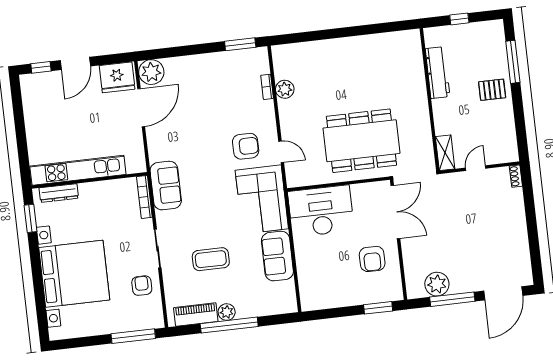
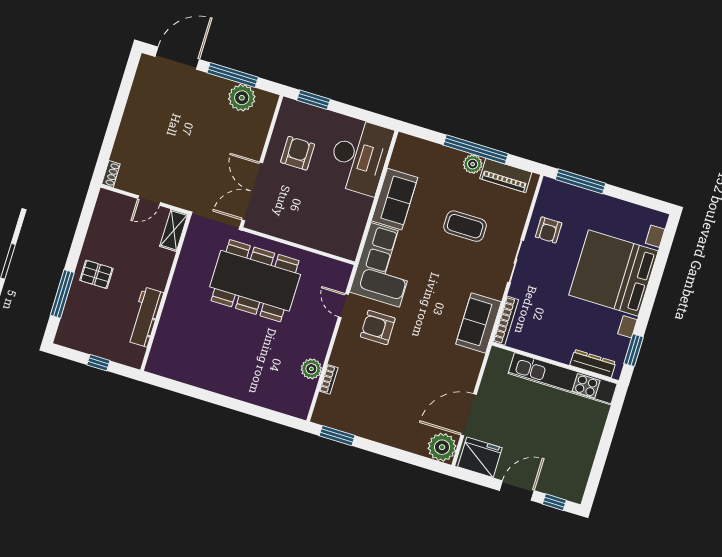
desk: (321, 211) -> (360, 156), moved, turned -90

